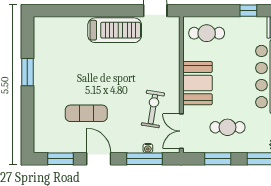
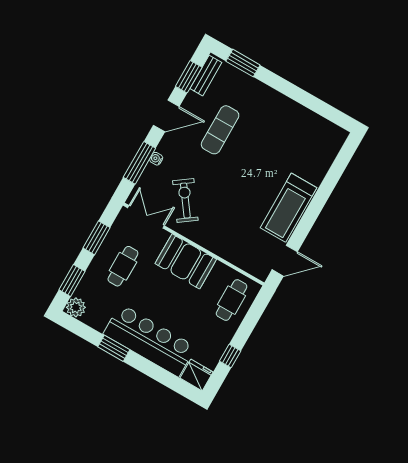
window: (27, 72) -> (243, 63), moved
exercise bike: (153, 109) -> (185, 201), turned -135
bench: (52, 147) -> (206, 76), added
water cooler: (148, 148) -> (156, 159), moved

